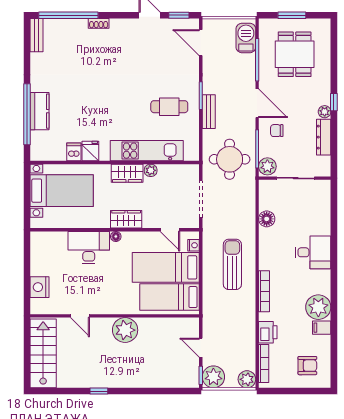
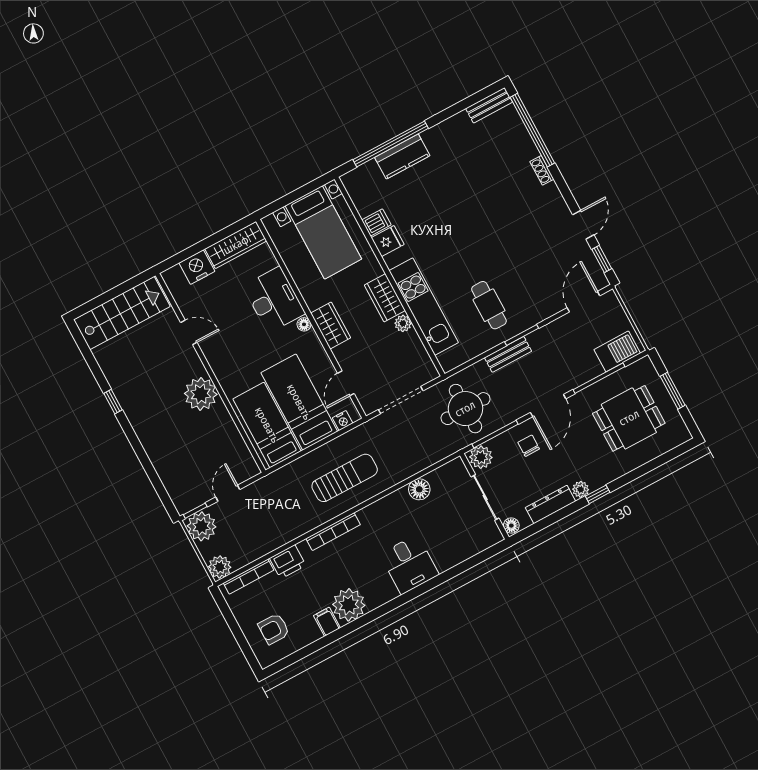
floor lamp: (324, 171) -> (511, 526), added
wardrobe: (39, 253) -> (236, 245), added
door: (80, 316) -> (189, 332), swing flipped
armchair: (307, 366) -> (274, 629), turned 90

